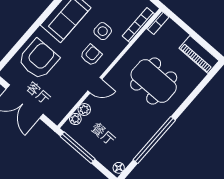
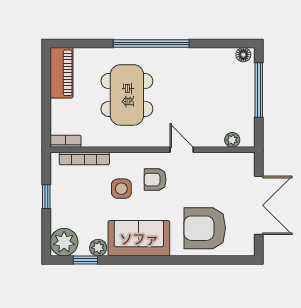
plant: (84, 109) -> (215, 139), removed
window: (154, 140) -> (151, 43), moved
window: (78, 148) -> (259, 90), moved

